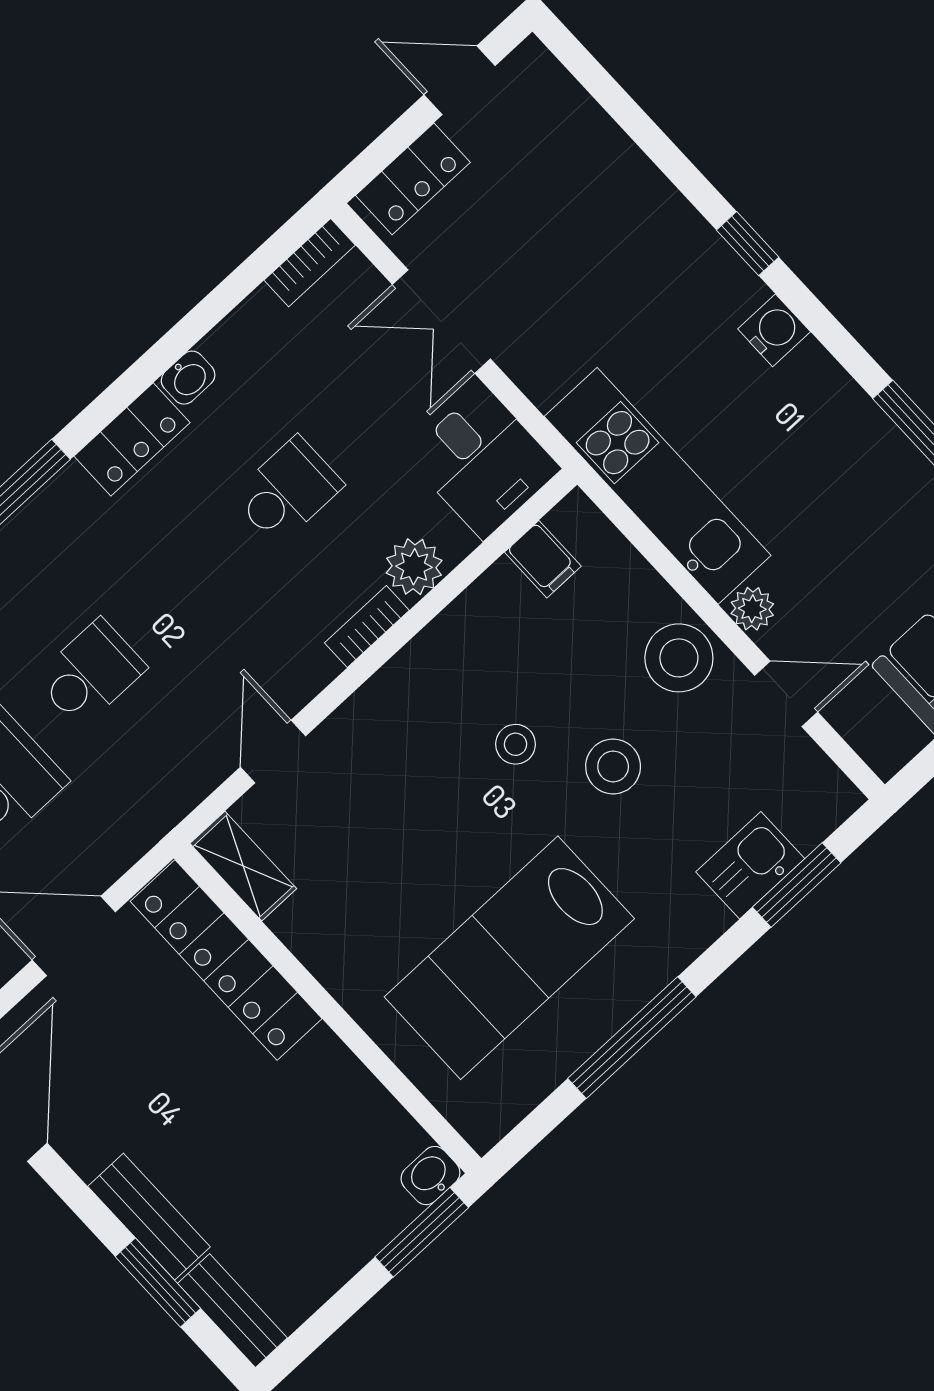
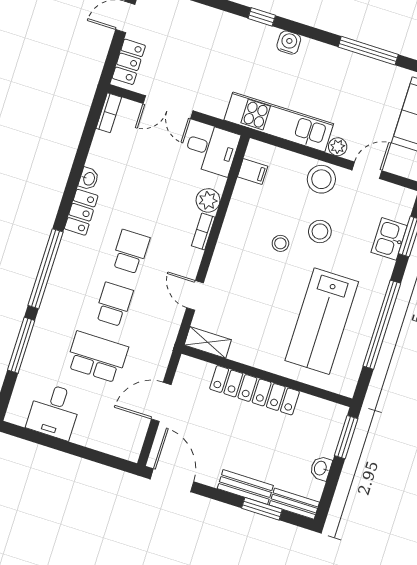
school desk: (288, 491) -> (131, 252), moved
locker: (226, 960) -> (255, 390), moved
window: (632, 1038) -> (382, 325), width x1.46
washbasin: (430, 1176) -> (321, 468), moved

